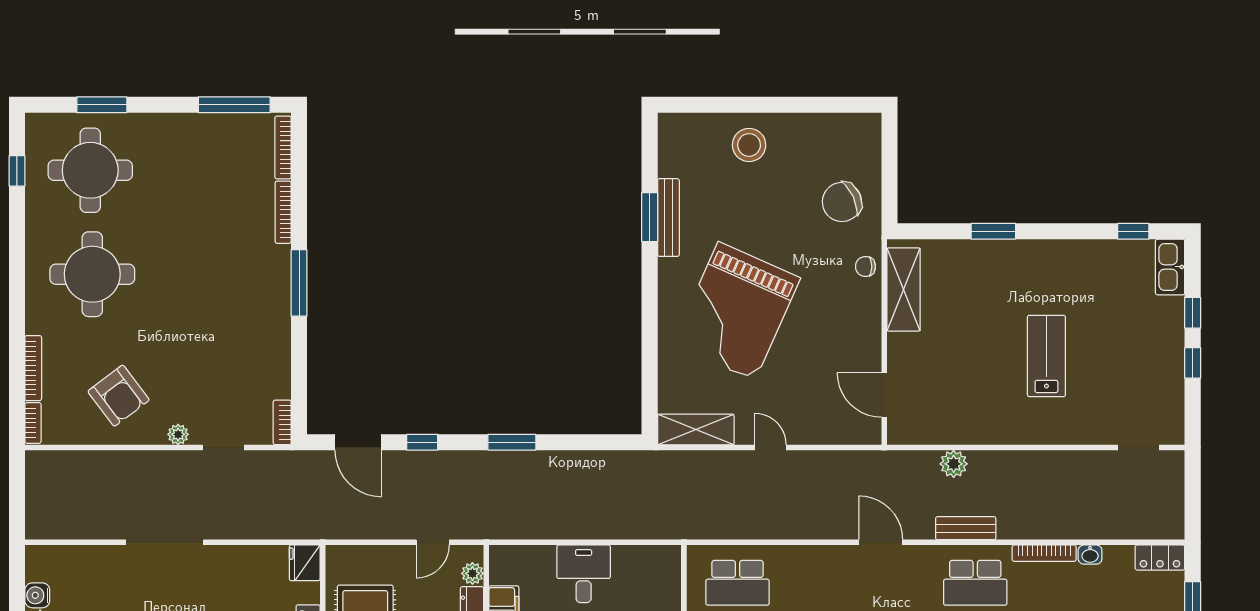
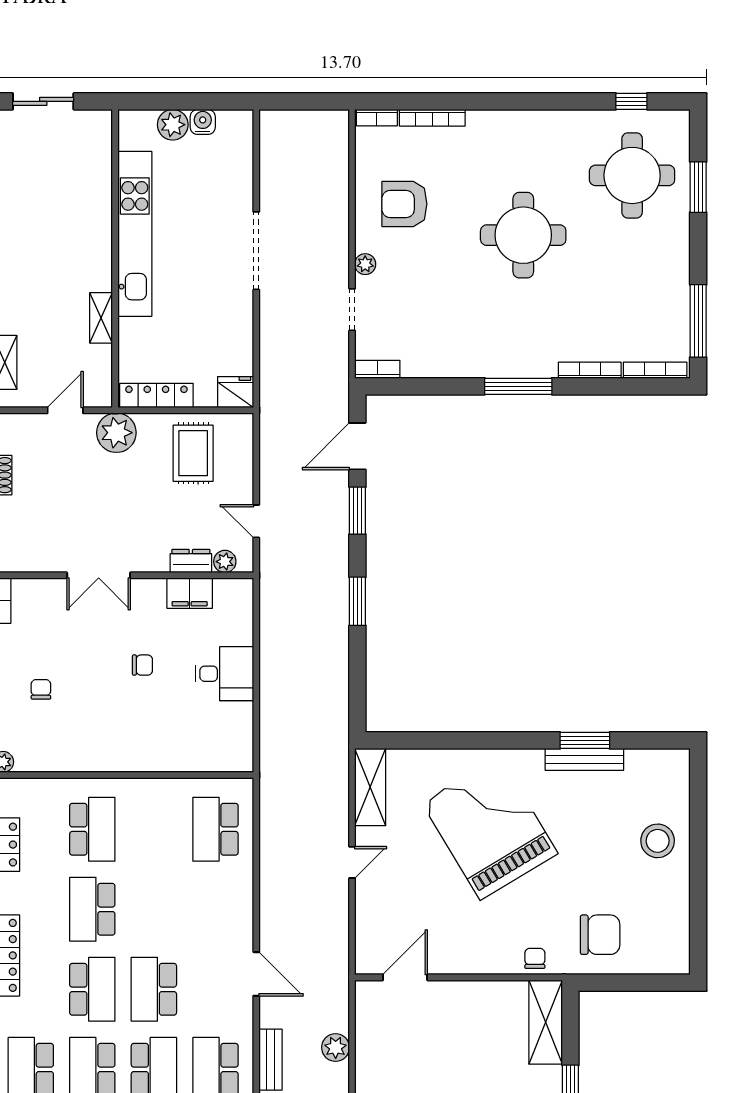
chair: (842, 202) -> (600, 935), turned 115
round table: (92, 274) -> (523, 235), moved
shelving: (904, 289) -> (546, 1022), moved, turned 90
grand piano: (737, 311) -> (490, 828), turned 35
armchair: (119, 396) -> (404, 204), turned 37
window: (422, 442) -> (357, 511), width x1.50
door: (881, 542) -> (256, 974), hinge flipped

